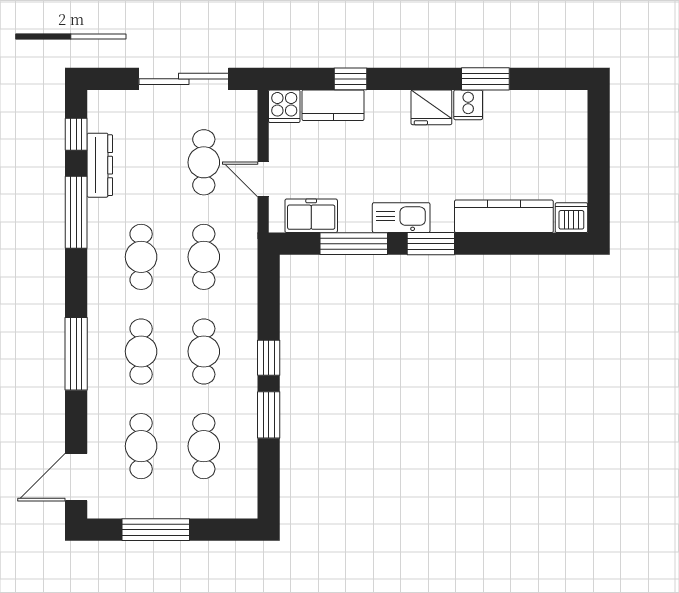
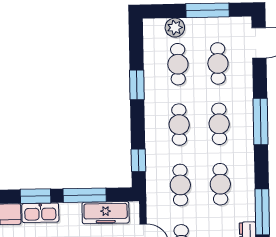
freezer: (311, 216) -> (106, 213), width x1.40
kitchen sink: (401, 218) -> (40, 213), moved
window: (269, 358) -> (138, 160), moved
plant: (208, 504) -> (175, 28), added

